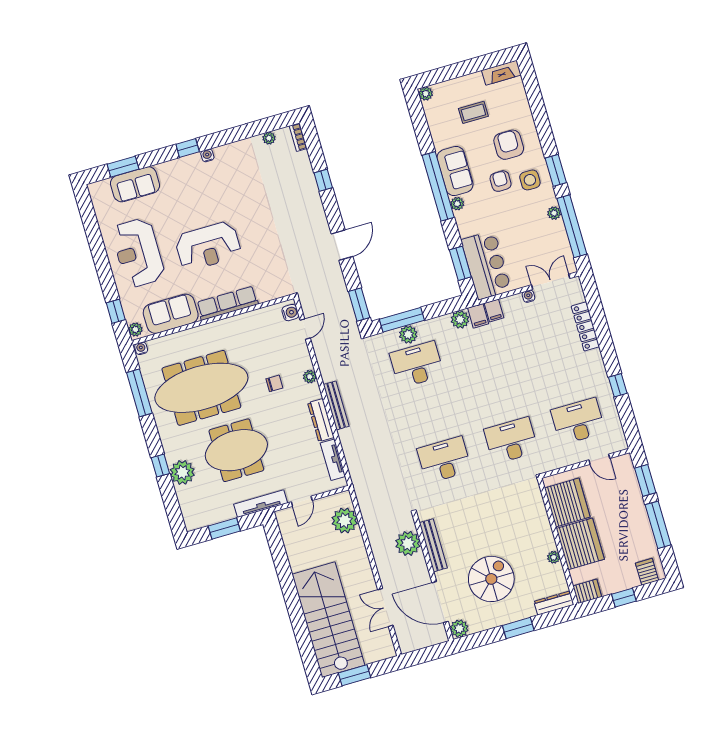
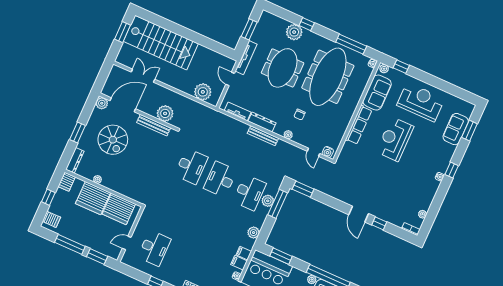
door: (342, 245) -> (359, 214), moved
filing cabinet: (478, 316) -> (239, 263), moved
desk: (511, 441) -> (220, 179), moved, turned 180

